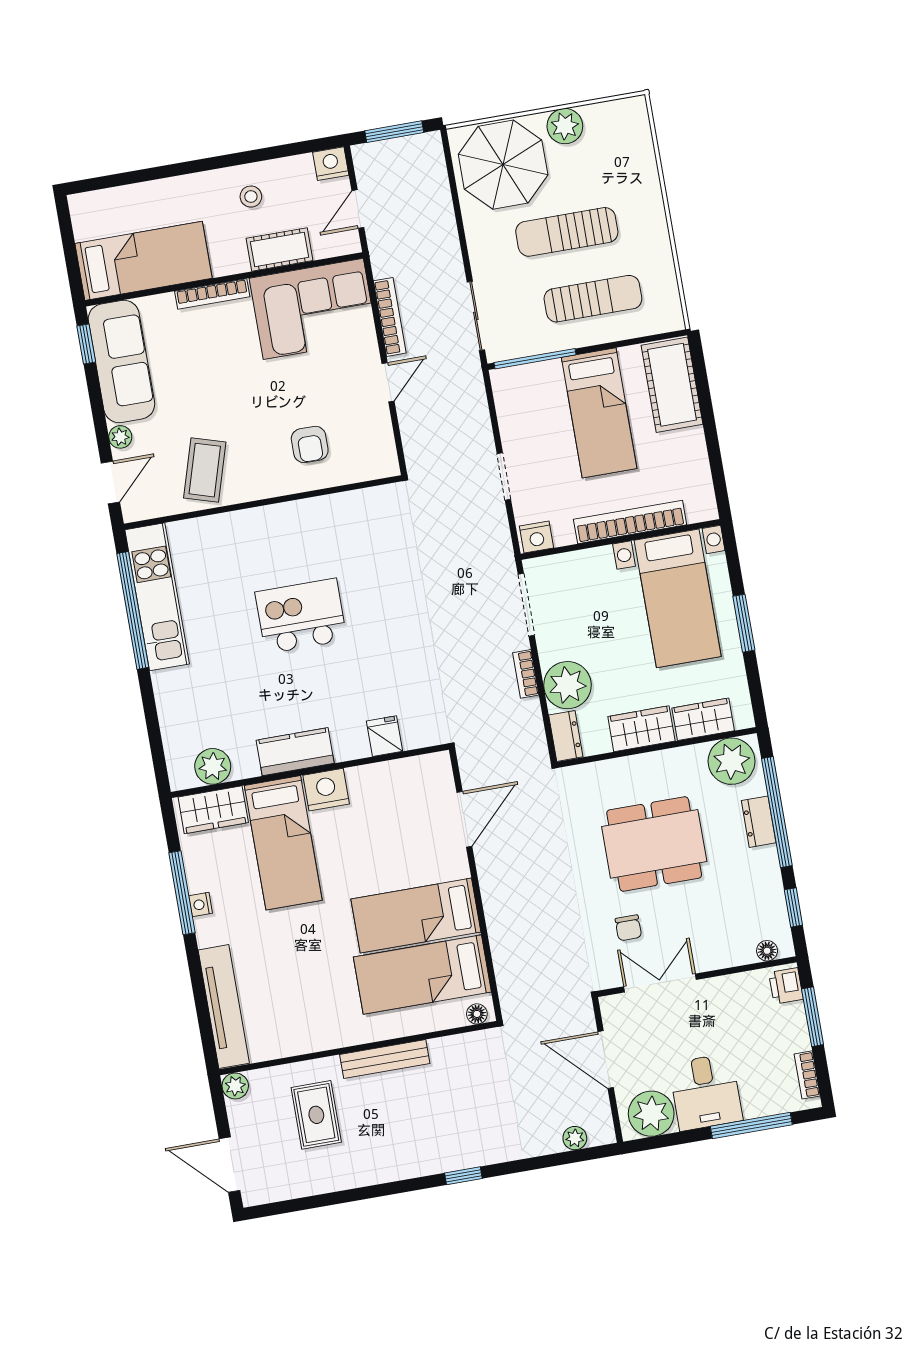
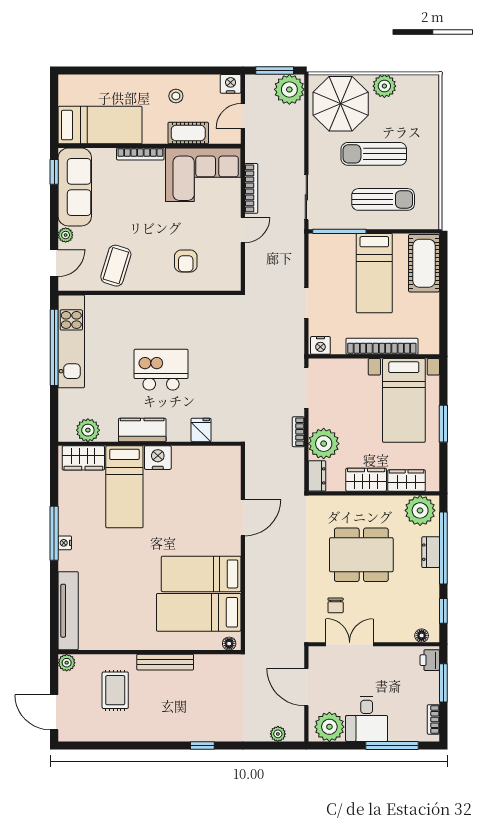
plant: (421, 157) -> (289, 89), added
fridge: (384, 736) -> (201, 430), moved
kitchen counter: (295, 752) -> (142, 430), moved
plant: (213, 766) -> (88, 430), moved
wall: (310, 771) -> (149, 444), moved
nightstand: (326, 790) -> (158, 458), moved
wardrobe: (213, 810) -> (83, 458), moved
bed: (283, 843) -> (124, 487), moved

